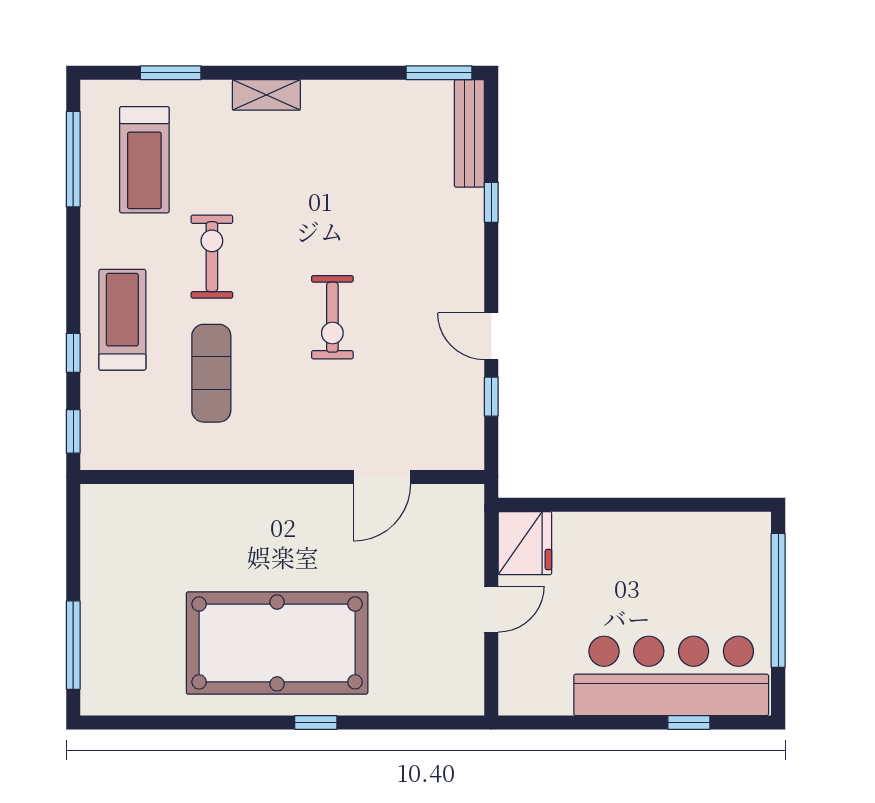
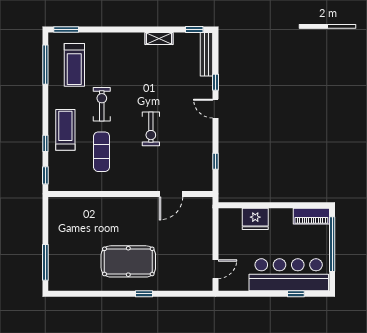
window: (171, 73) -> (66, 29), moved
window: (439, 73) -> (194, 29), width x0.67
shelving: (266, 95) -> (159, 38), moved
door: (491, 336) -> (215, 109), moved
piano: (727, 531) -> (311, 216), added
fridge: (525, 543) -> (255, 219), moved, turned 90
door: (491, 609) -> (215, 269), moved
pool table: (277, 643) -> (128, 261), width x0.73, depth x0.76

